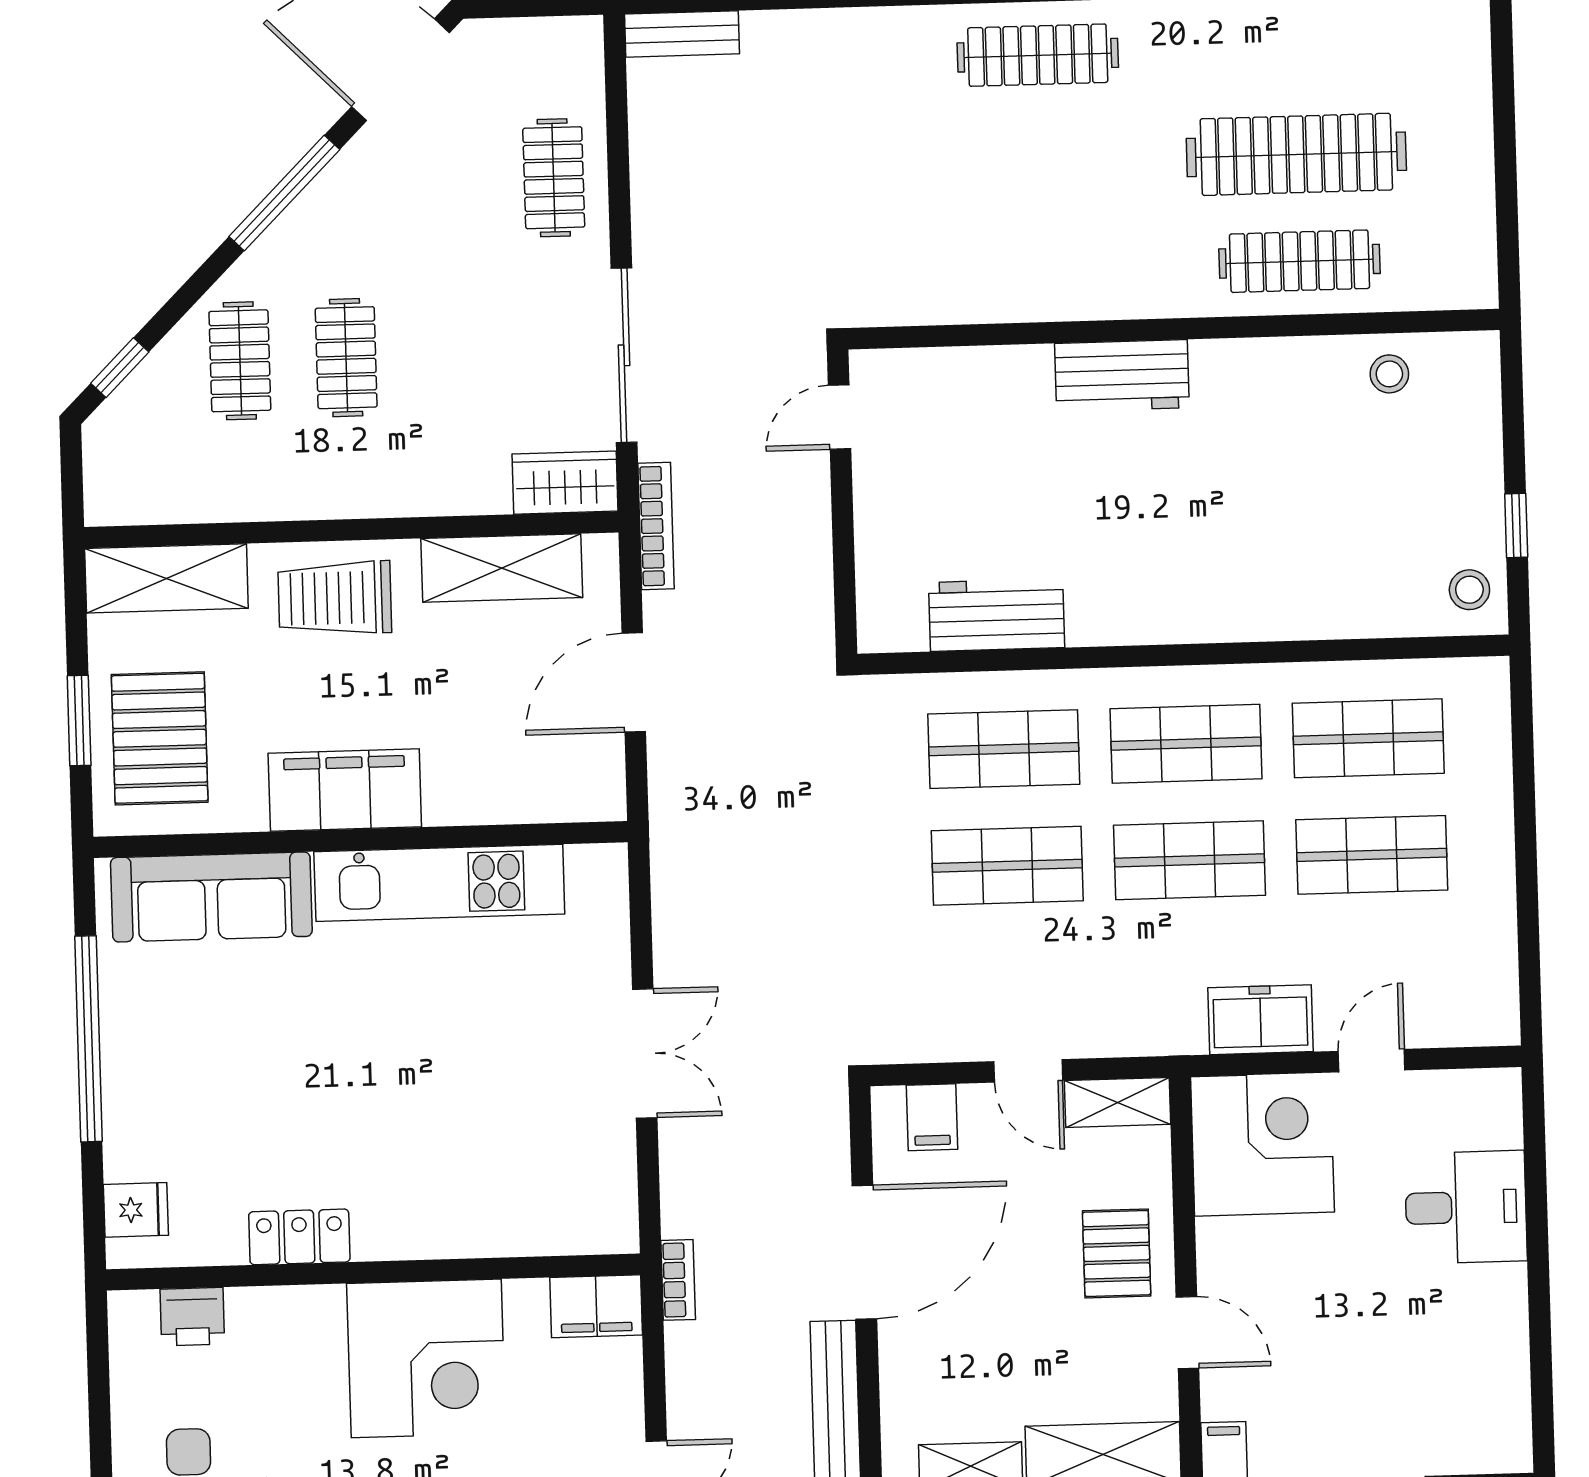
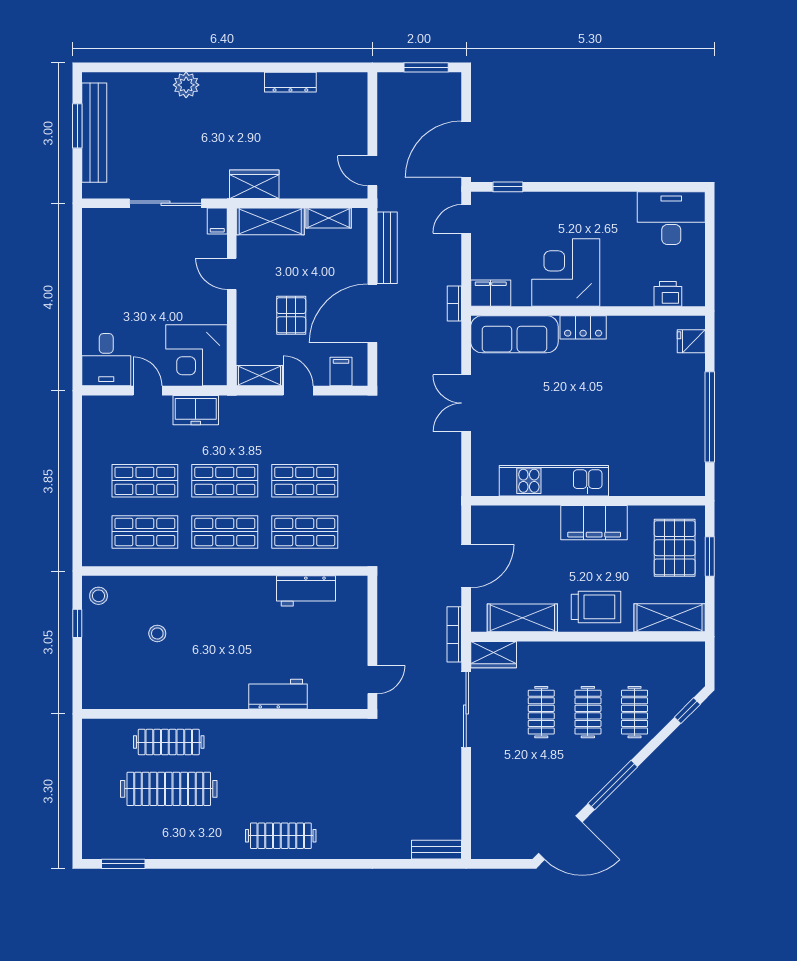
clothes rail: (554, 178) -> (541, 712), moved
stool: (1389, 374) -> (157, 633), moved
workbench: (1122, 376) -> (278, 694), moved
sofa: (211, 897) -> (514, 334), moved, turned 180
door: (1372, 1061) -> (148, 391), swing flipped
desk: (1466, 1207) -> (106, 360), moved, turned -90
locker: (299, 1237) -> (583, 327), moved
pallet: (1117, 1253) -> (291, 315), moved

